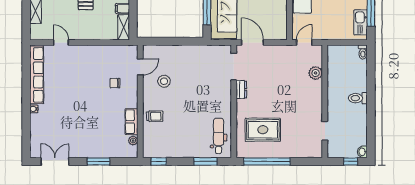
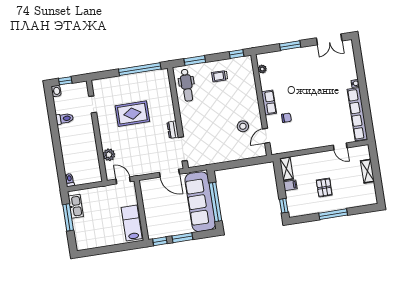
door: (304, 42) -> (123, 180), swing flipped
toilet: (358, 98) -> (64, 119), moved
trolley: (155, 116) -> (220, 76), moved
row of seats: (132, 122) -> (269, 103), moved
rug: (263, 130) -> (132, 114), moved

